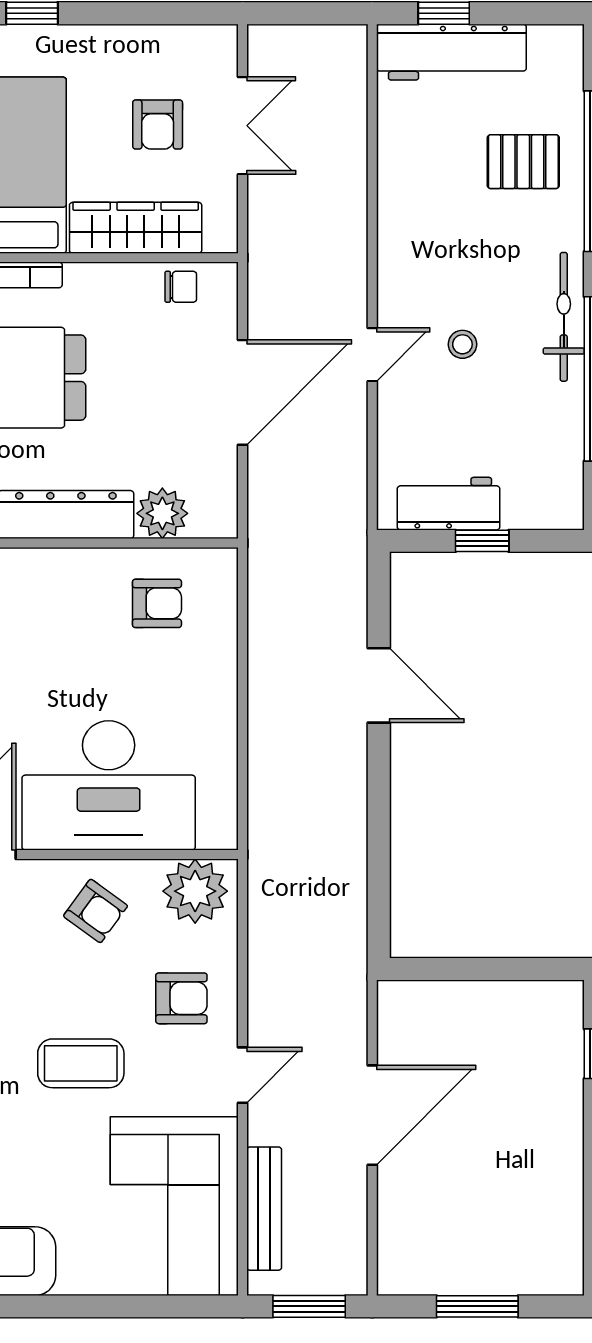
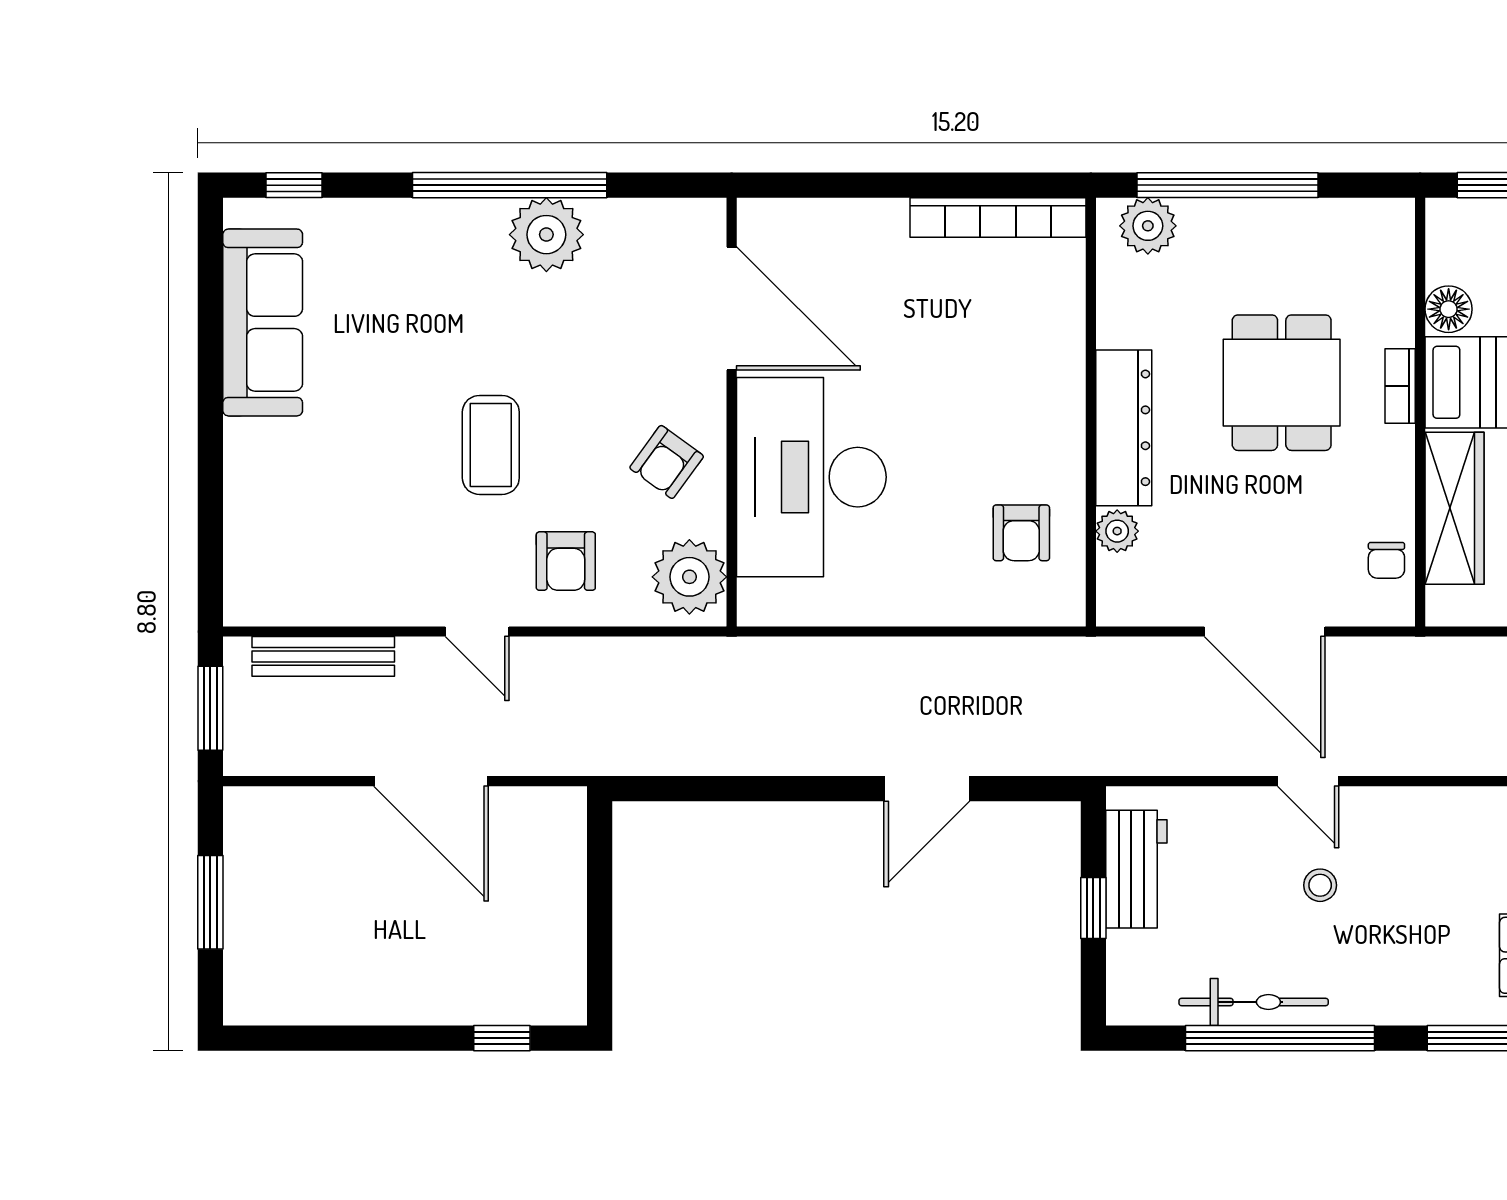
bicycle: (564, 317) -> (1254, 1002), moved
plant: (162, 513) -> (1117, 531), width x0.73, depth x0.73
corner sofa: (174, 1206) -> (326, 553), removed

